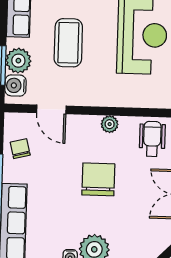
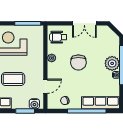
plant: (18, 61) -> (22, 103), removed
chair: (98, 179) -> (78, 62), turned -90

